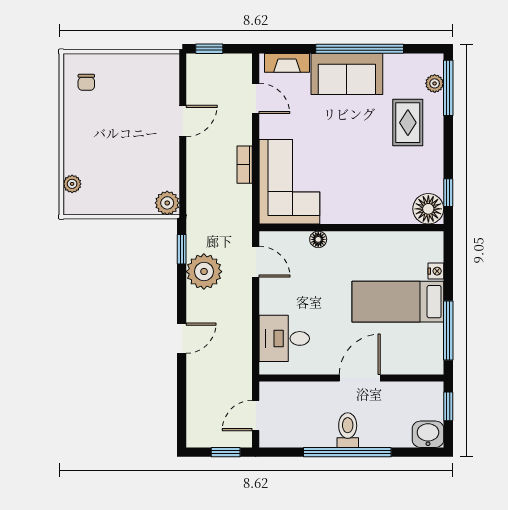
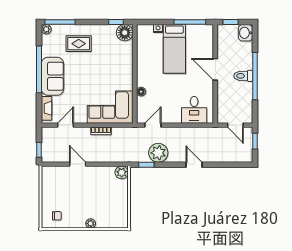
plant: (435, 83) -> (46, 29), moved
plant: (72, 184) -> (91, 223), moved

